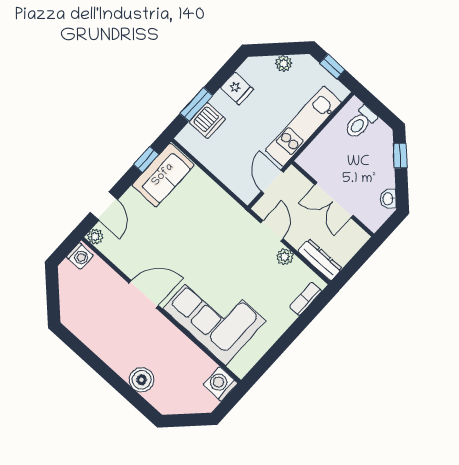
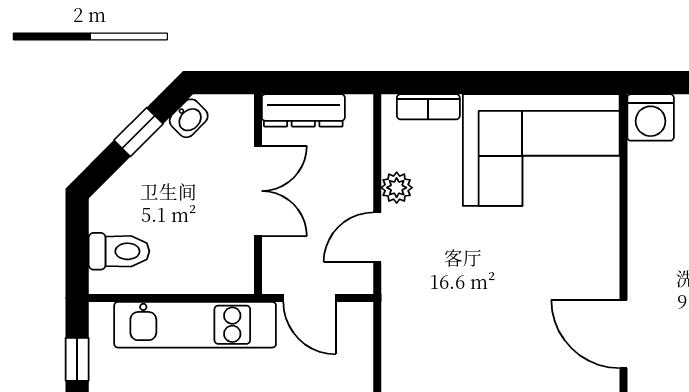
window: (400, 156) -> (138, 132), moved
door: (272, 182) -> (310, 298), hinge flipped
dresser: (320, 260) -> (303, 110), moved, turned -90
corner sofa: (214, 315) -> (541, 150), moved, turned -90

